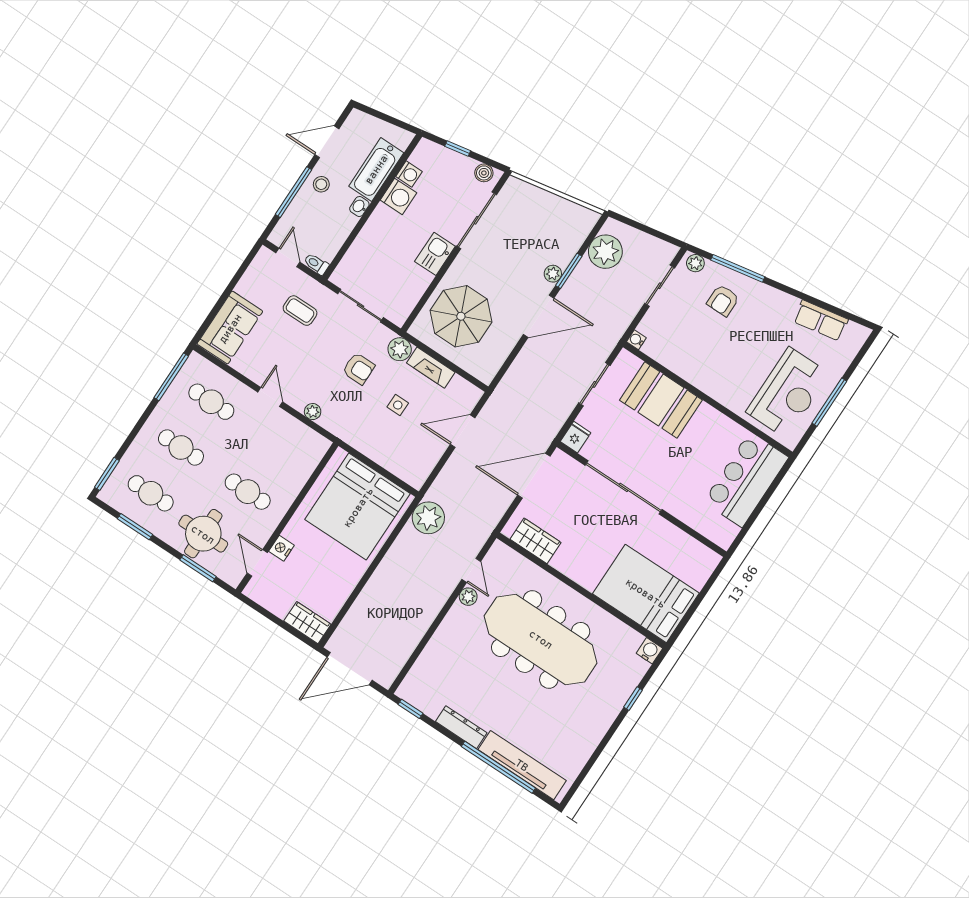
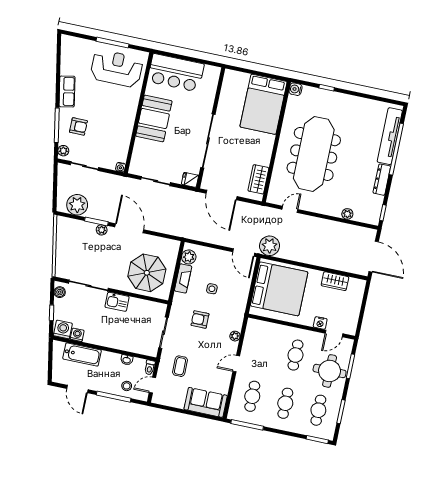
stool: (321, 184) -> (127, 386), moved
washing machine: (398, 196) -> (63, 329), moved
washbasin: (359, 206) -> (127, 360), moved
row of seats: (821, 320) -> (67, 91), moved
plant: (400, 349) -> (189, 257), moved
armchair: (359, 369) -> (200, 319), turned -90
booth: (661, 400) -> (154, 118), moved
door: (463, 431) -> (244, 252), moved
plant: (468, 597) -> (347, 214), moved
wardrobe: (307, 623) -> (335, 281), moved, turned -90

